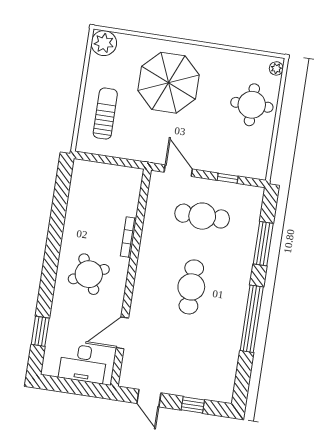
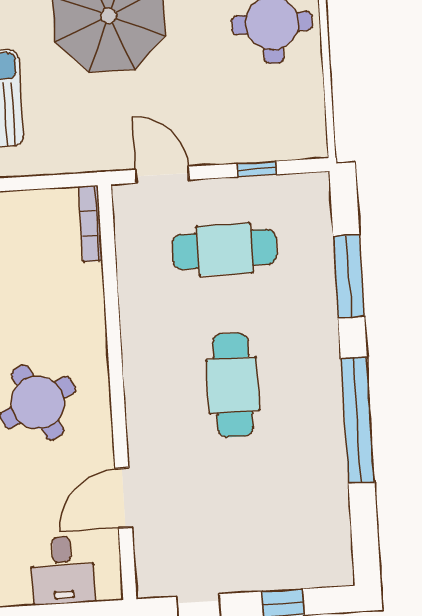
bookcase: (128, 237) -> (91, 224), moved
desk: (83, 363) -> (63, 570), width x0.73

